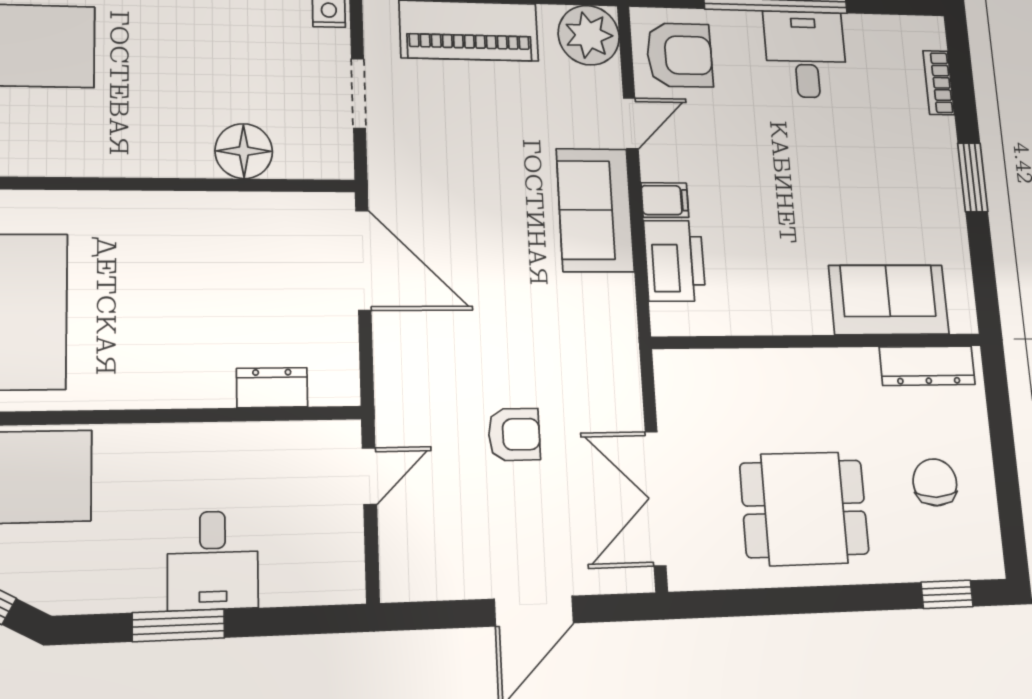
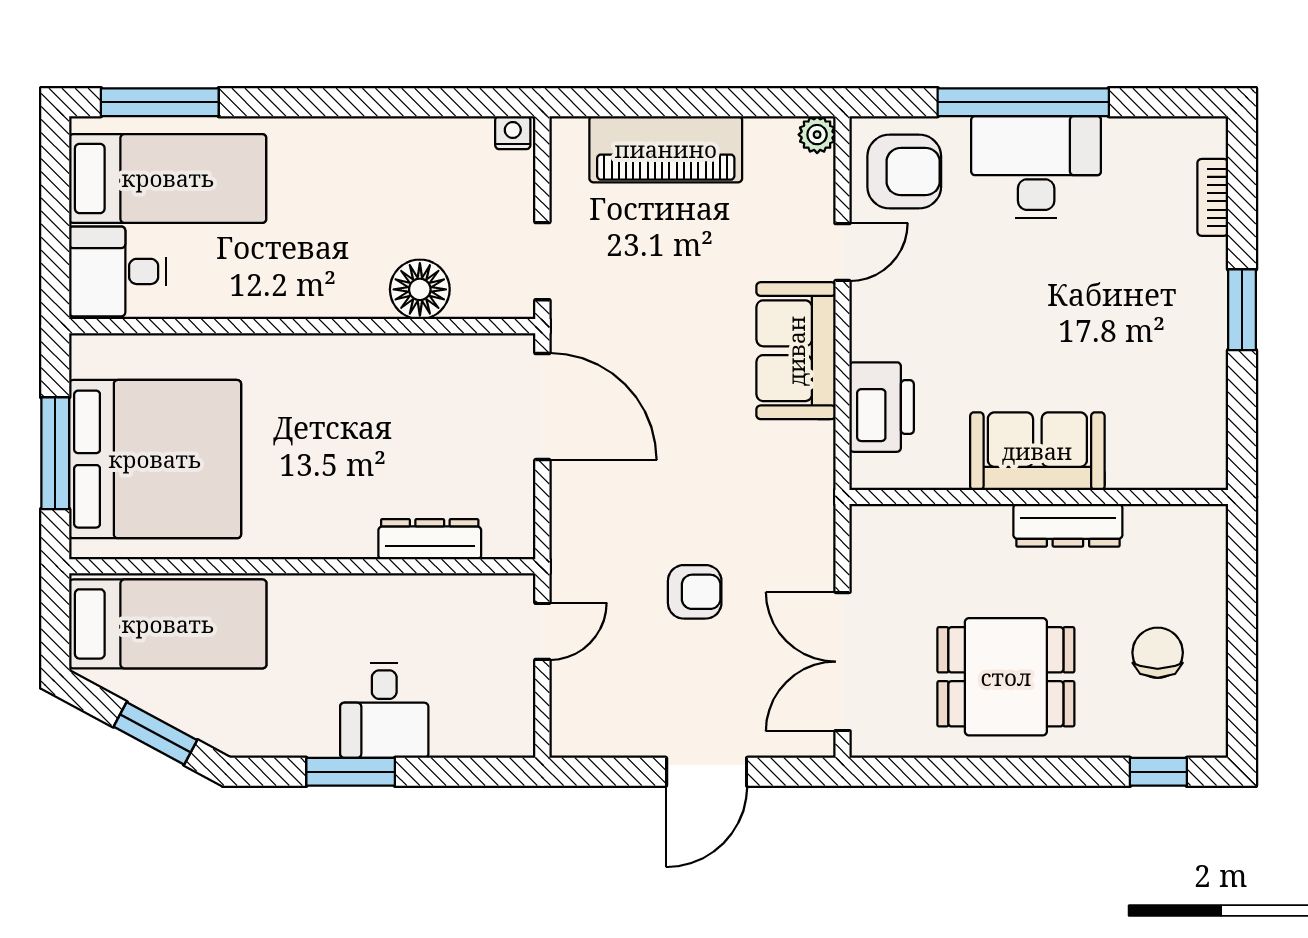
plant: (589, 35) -> (817, 135), width x0.53, depth x0.53
desk: (806, 54) -> (1036, 167), width x1.37
doorway: (358, 93) -> (542, 261), moved
filing cabinet: (665, 200) -> (875, 339), removed
sofa: (889, 300) -> (1037, 451), moved
dresser: (927, 366) -> (1068, 525), moved
dresser: (272, 388) -> (430, 539), width x1.44

